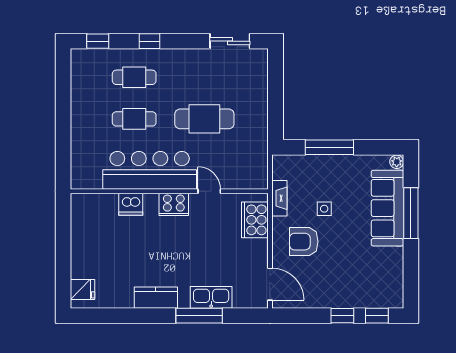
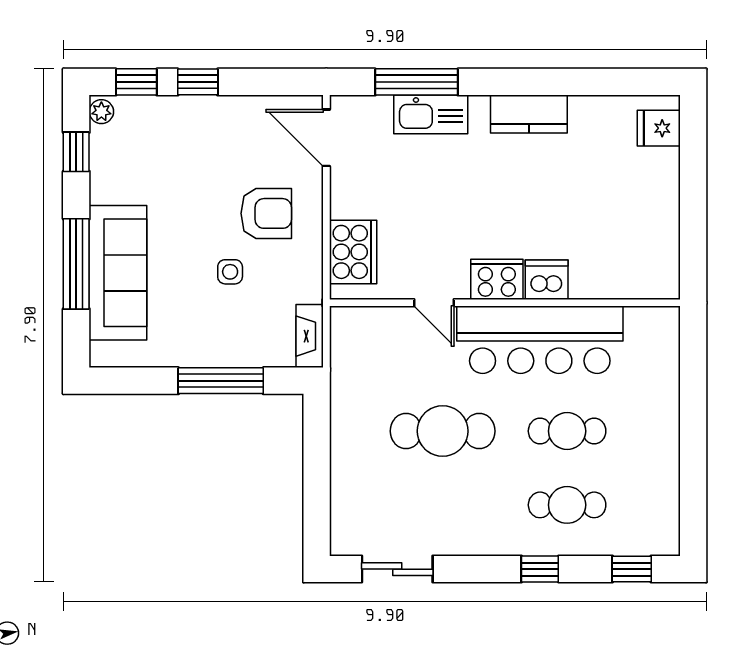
plant: (397, 162) -> (101, 112), moved
fireplace: (279, 198) -> (310, 336), moved
dishwasher: (131, 204) -> (547, 280), moved
window: (411, 276) -> (76, 152), added
window: (199, 316) -> (417, 82), moved

